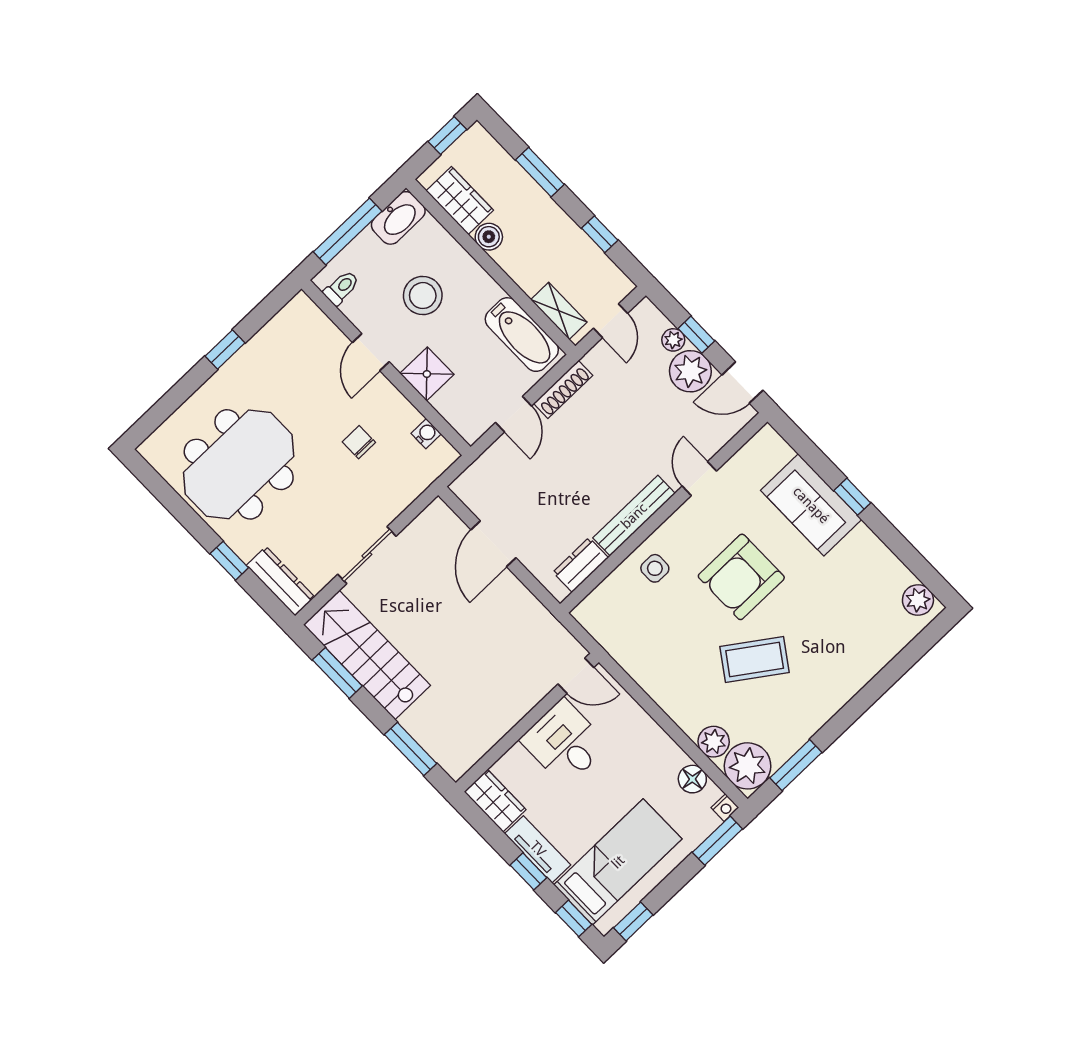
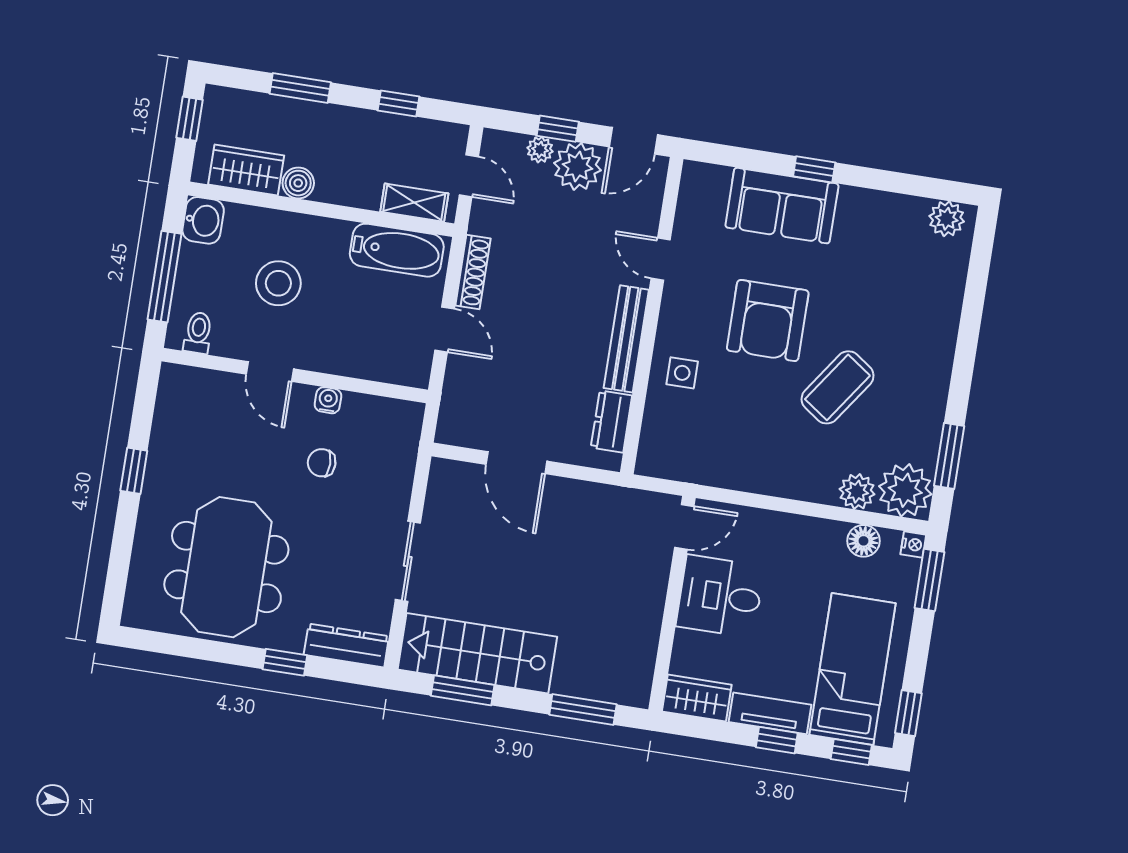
washbasin: (398, 218) -> (203, 220), width x0.72
shower: (427, 374) -> (337, 353), removed
water cooler: (426, 434) -> (328, 400), moved

